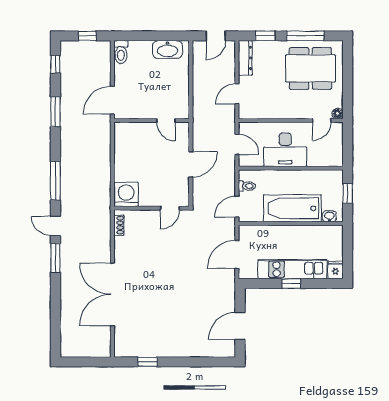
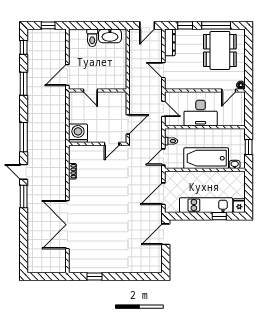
toilet: (121, 52) -> (92, 38), moved
dining table: (310, 68) -> (220, 50), turned 90
door: (237, 94) -> (163, 70), hinge flipped
door: (166, 120) -> (90, 91), moved
washing machine: (126, 194) -> (78, 133), moved
wall: (152, 208) -> (98, 144), moved
door: (170, 208) -> (112, 144), moved
window: (291, 283) -> (219, 216), moved
door: (240, 326) -> (166, 234), moved

